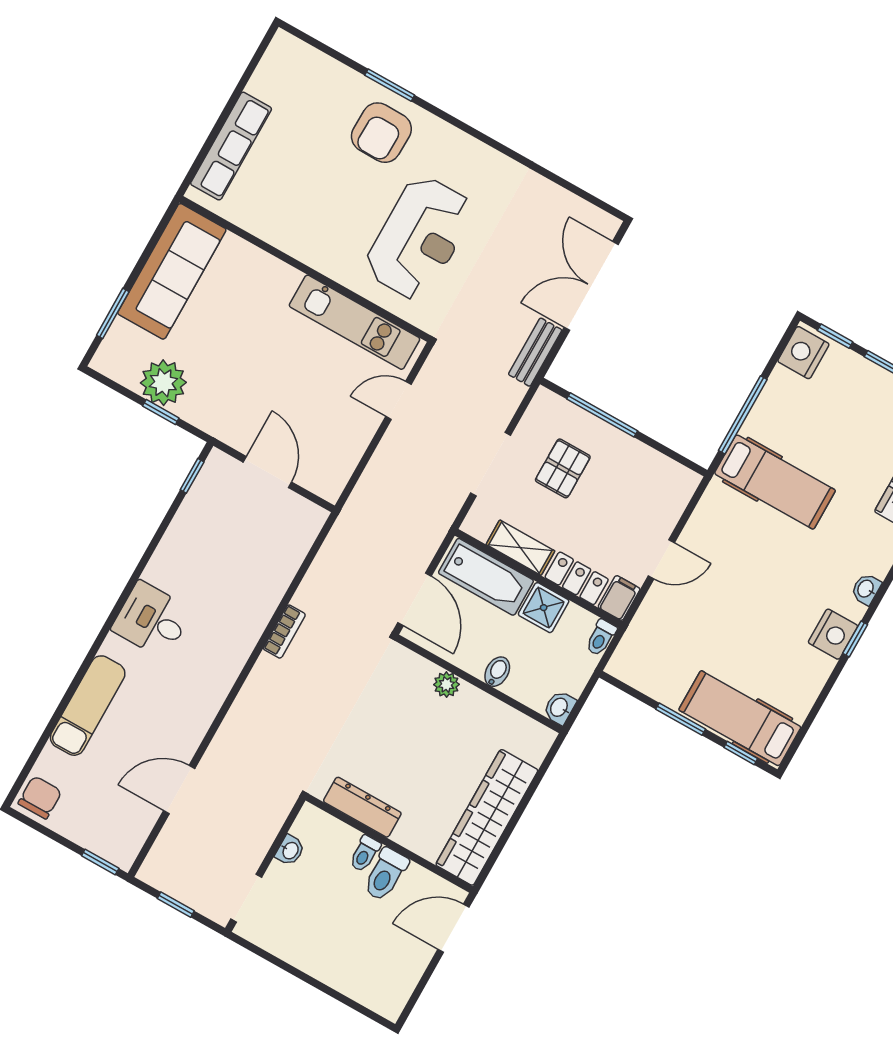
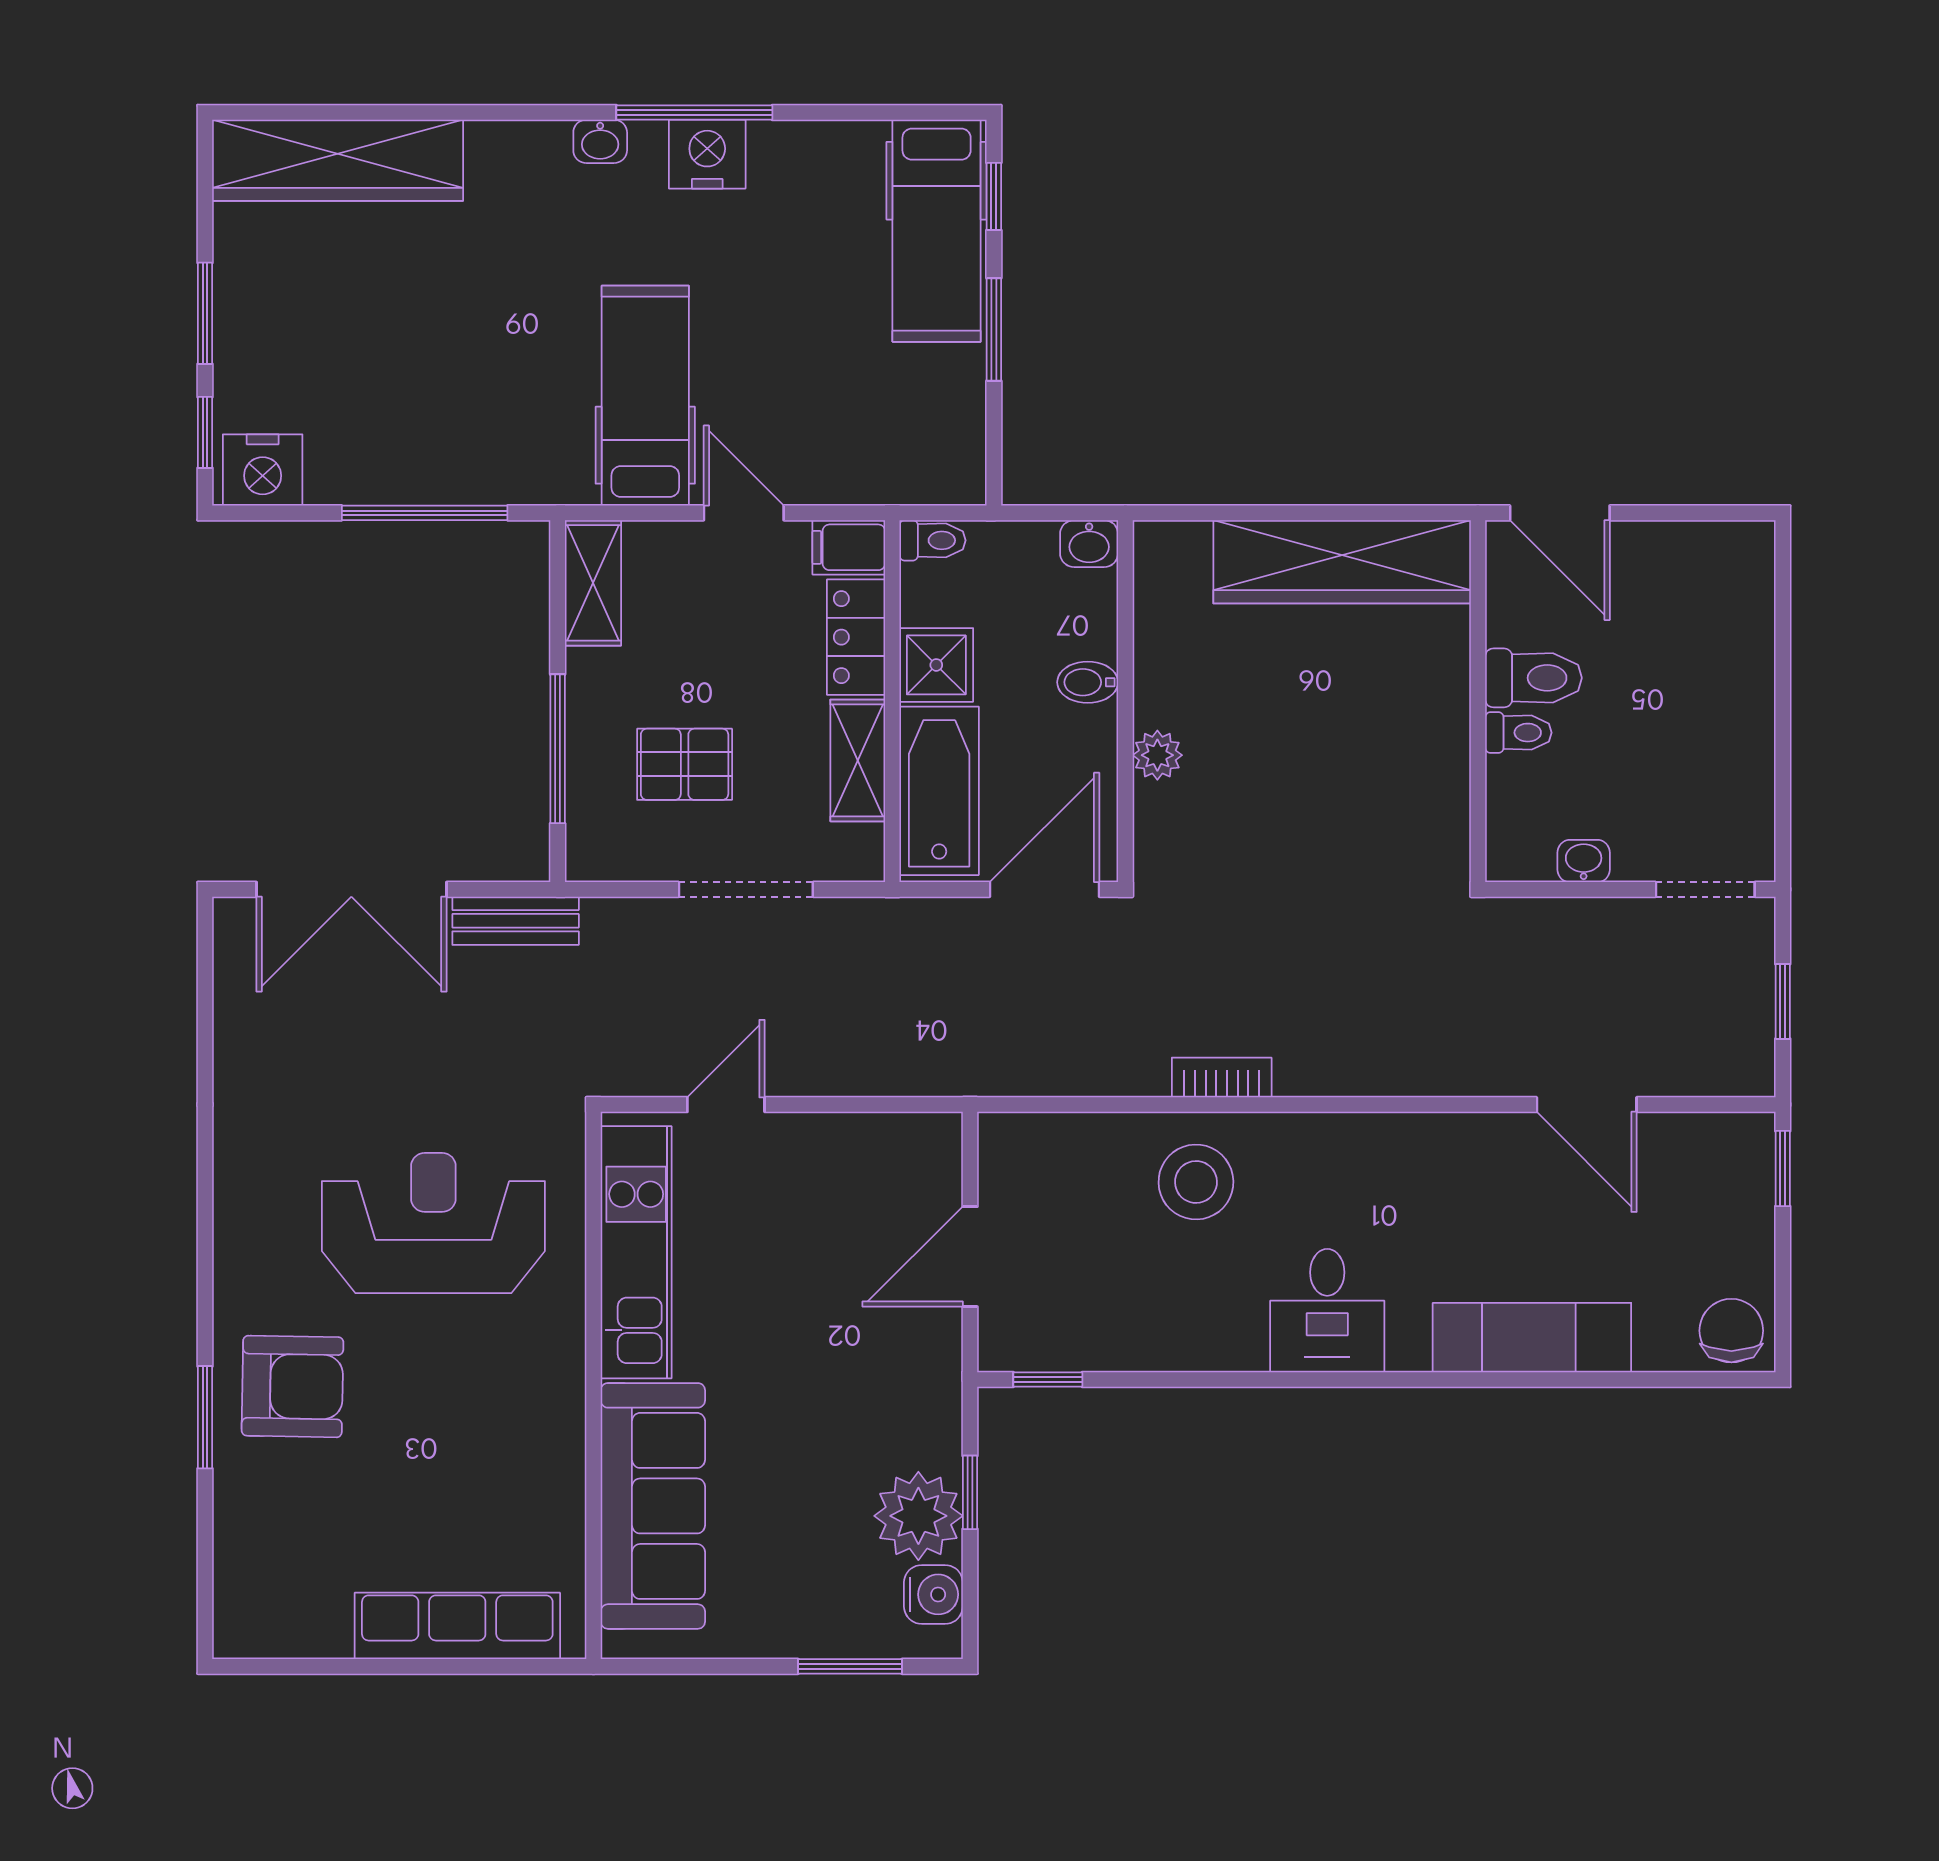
sofa: (172, 271) -> (653, 1506), moved, turned 90
water cooler: (124, 369) -> (933, 1594), added
door: (398, 400) -> (726, 1105), swing flipped
shelving: (668, 473) -> (593, 583), added
hospital bed: (775, 482) -> (645, 396), moved
stool: (244, 593) -> (1196, 1182), added
window: (855, 639) -> (694, 112), width x2.17
chair: (40, 797) -> (1731, 1331), turned 90
dresser: (362, 807) -> (1443, 780), removed

